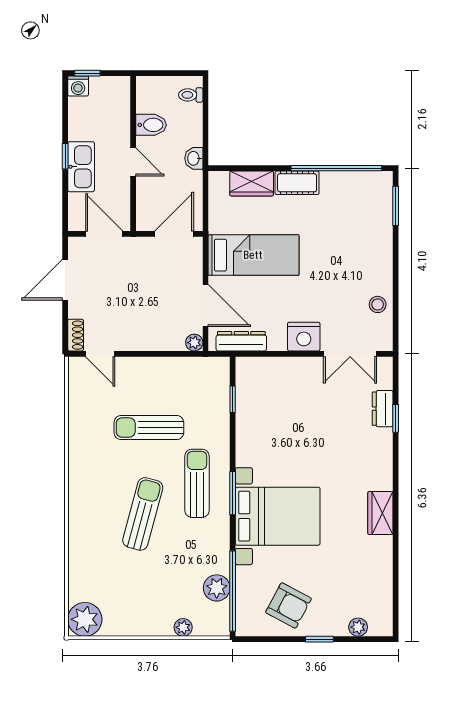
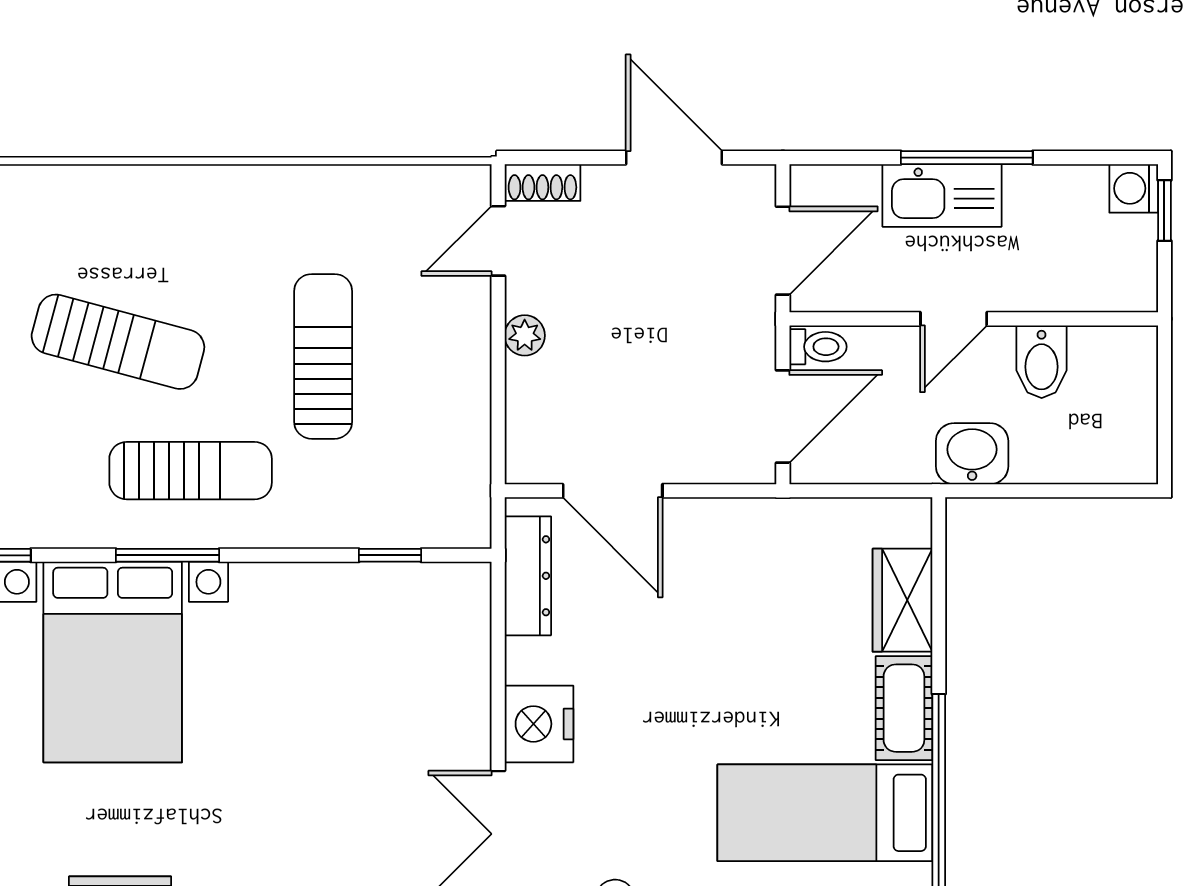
toilet: (191, 95) -> (818, 347), moved, turned 90
window: (65, 156) -> (967, 158), width x2.17
washbasin: (194, 158) -> (972, 454), width x1.38, depth x1.45
door: (174, 234) -> (783, 417), hinge flipped
bed: (253, 255) -> (825, 813), moved, turned 90
door: (205, 306) -> (613, 491), hinge flipped
plant: (194, 343) -> (525, 335), moved

